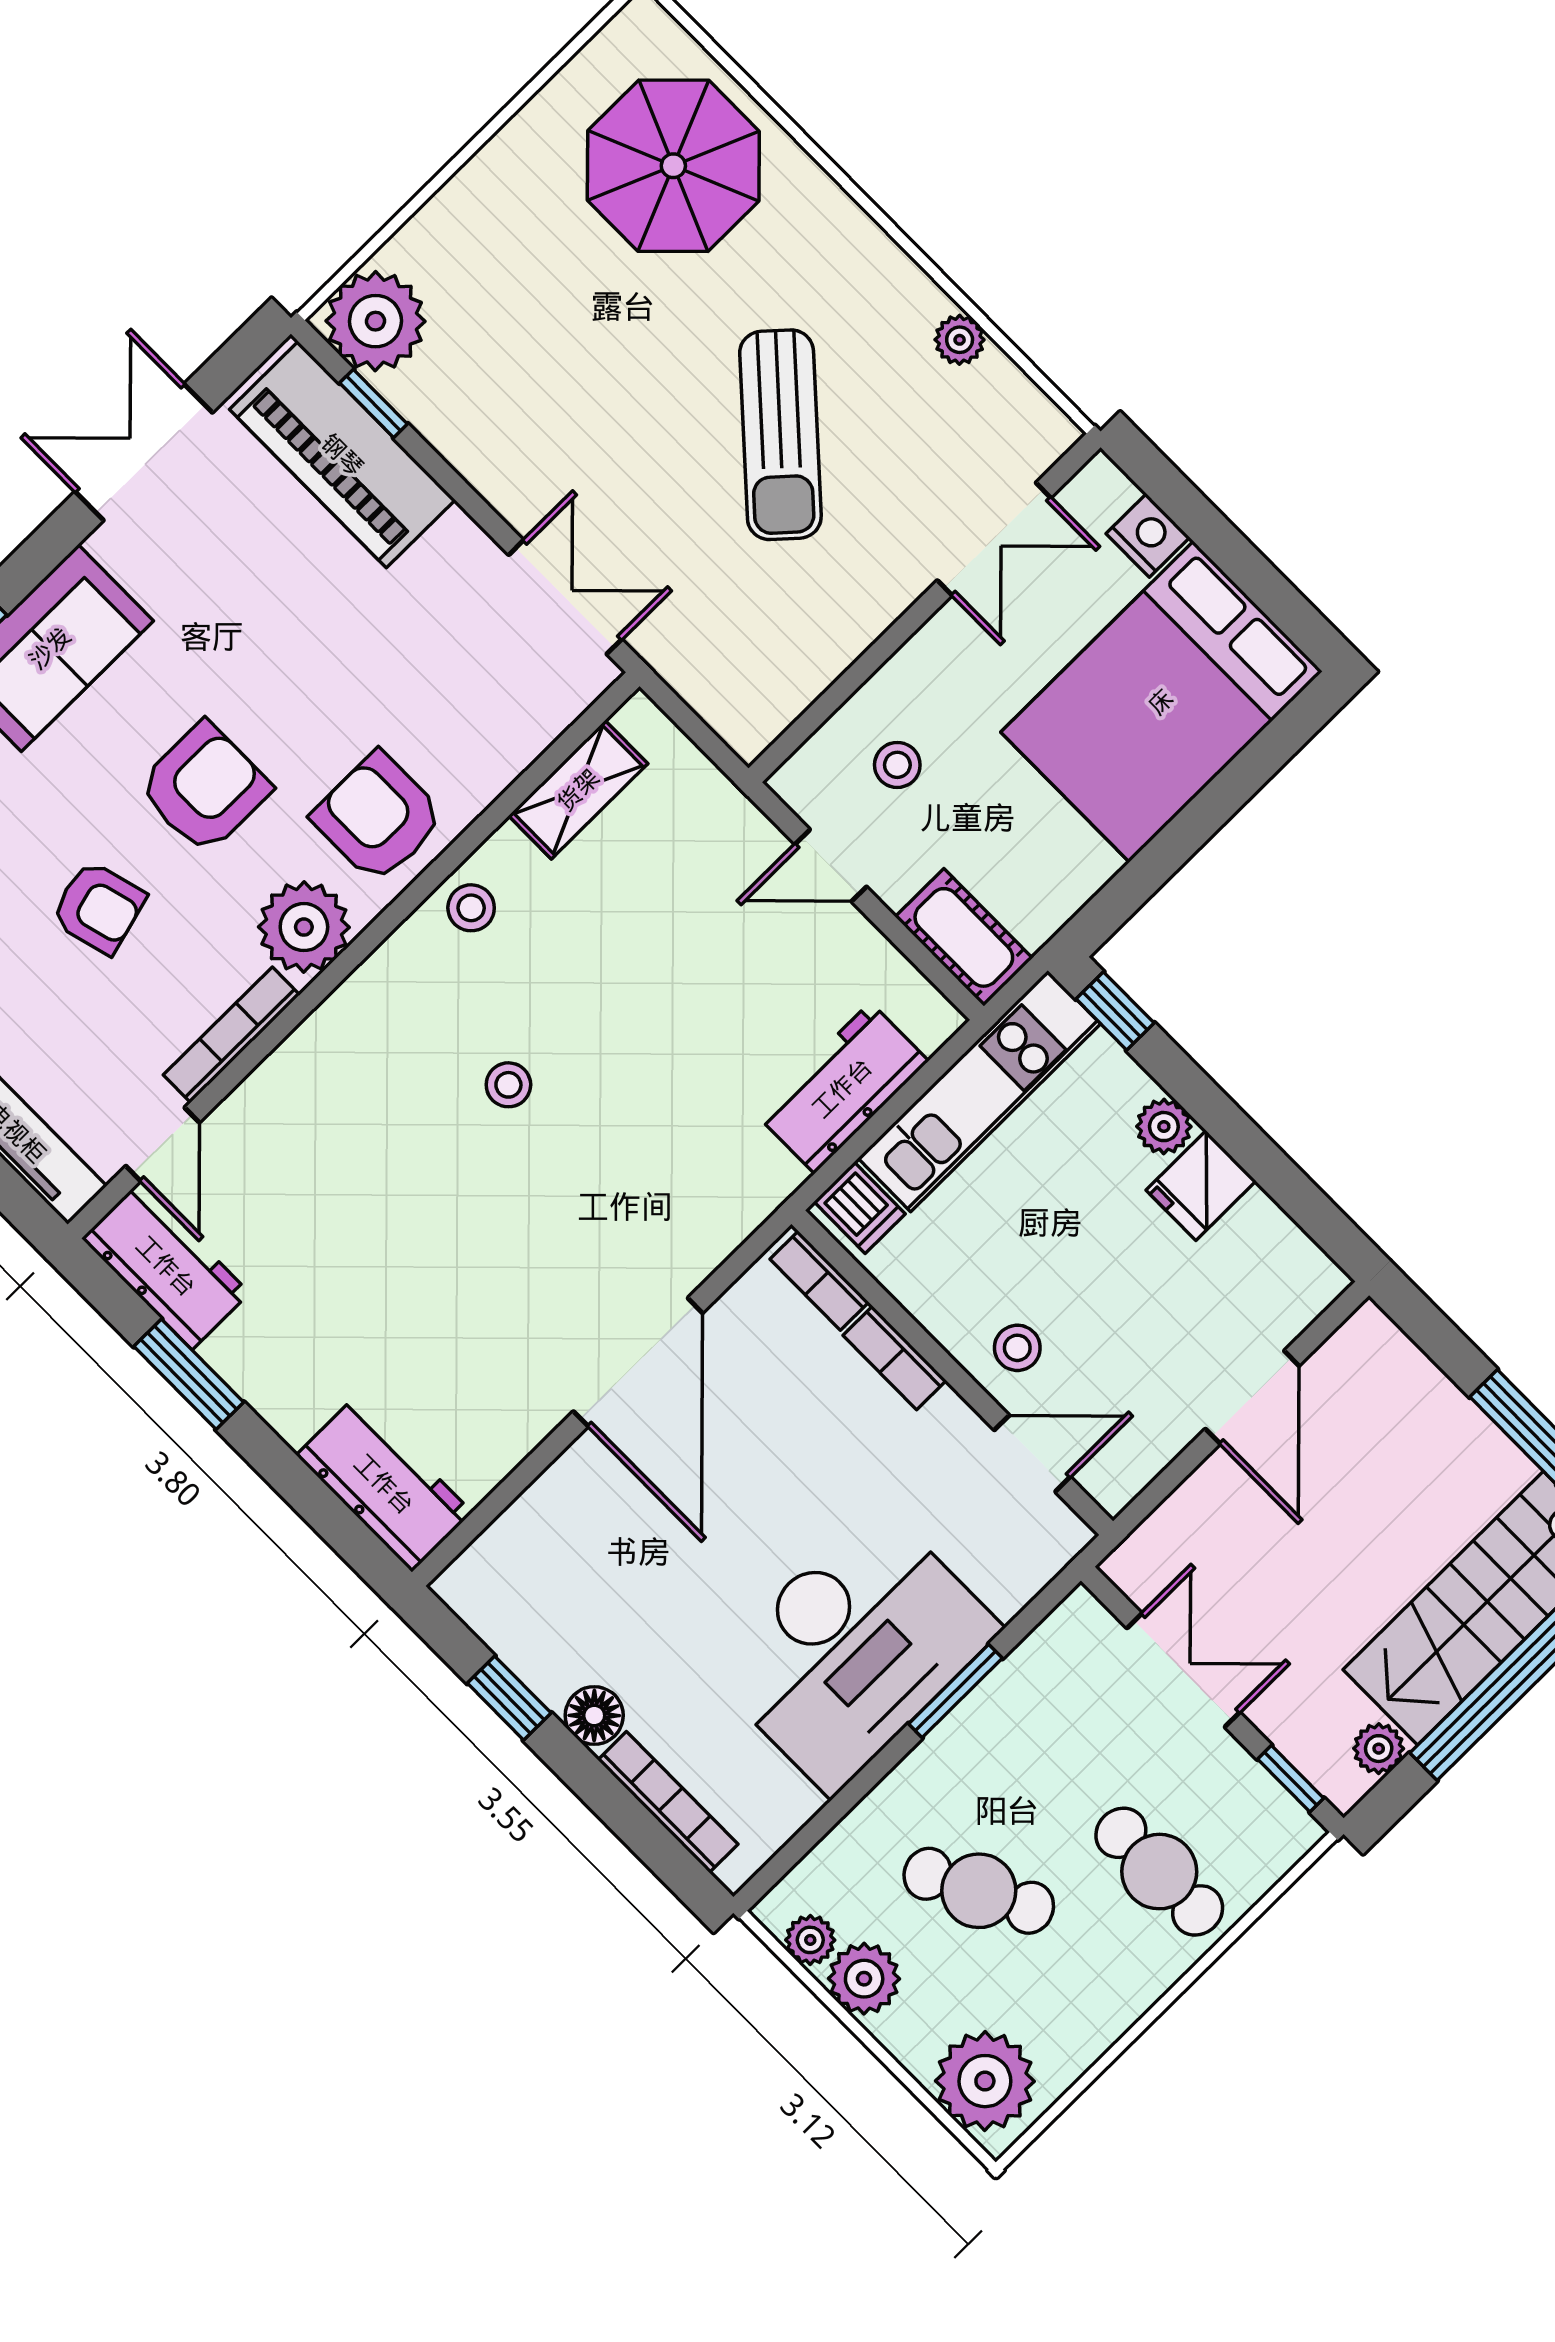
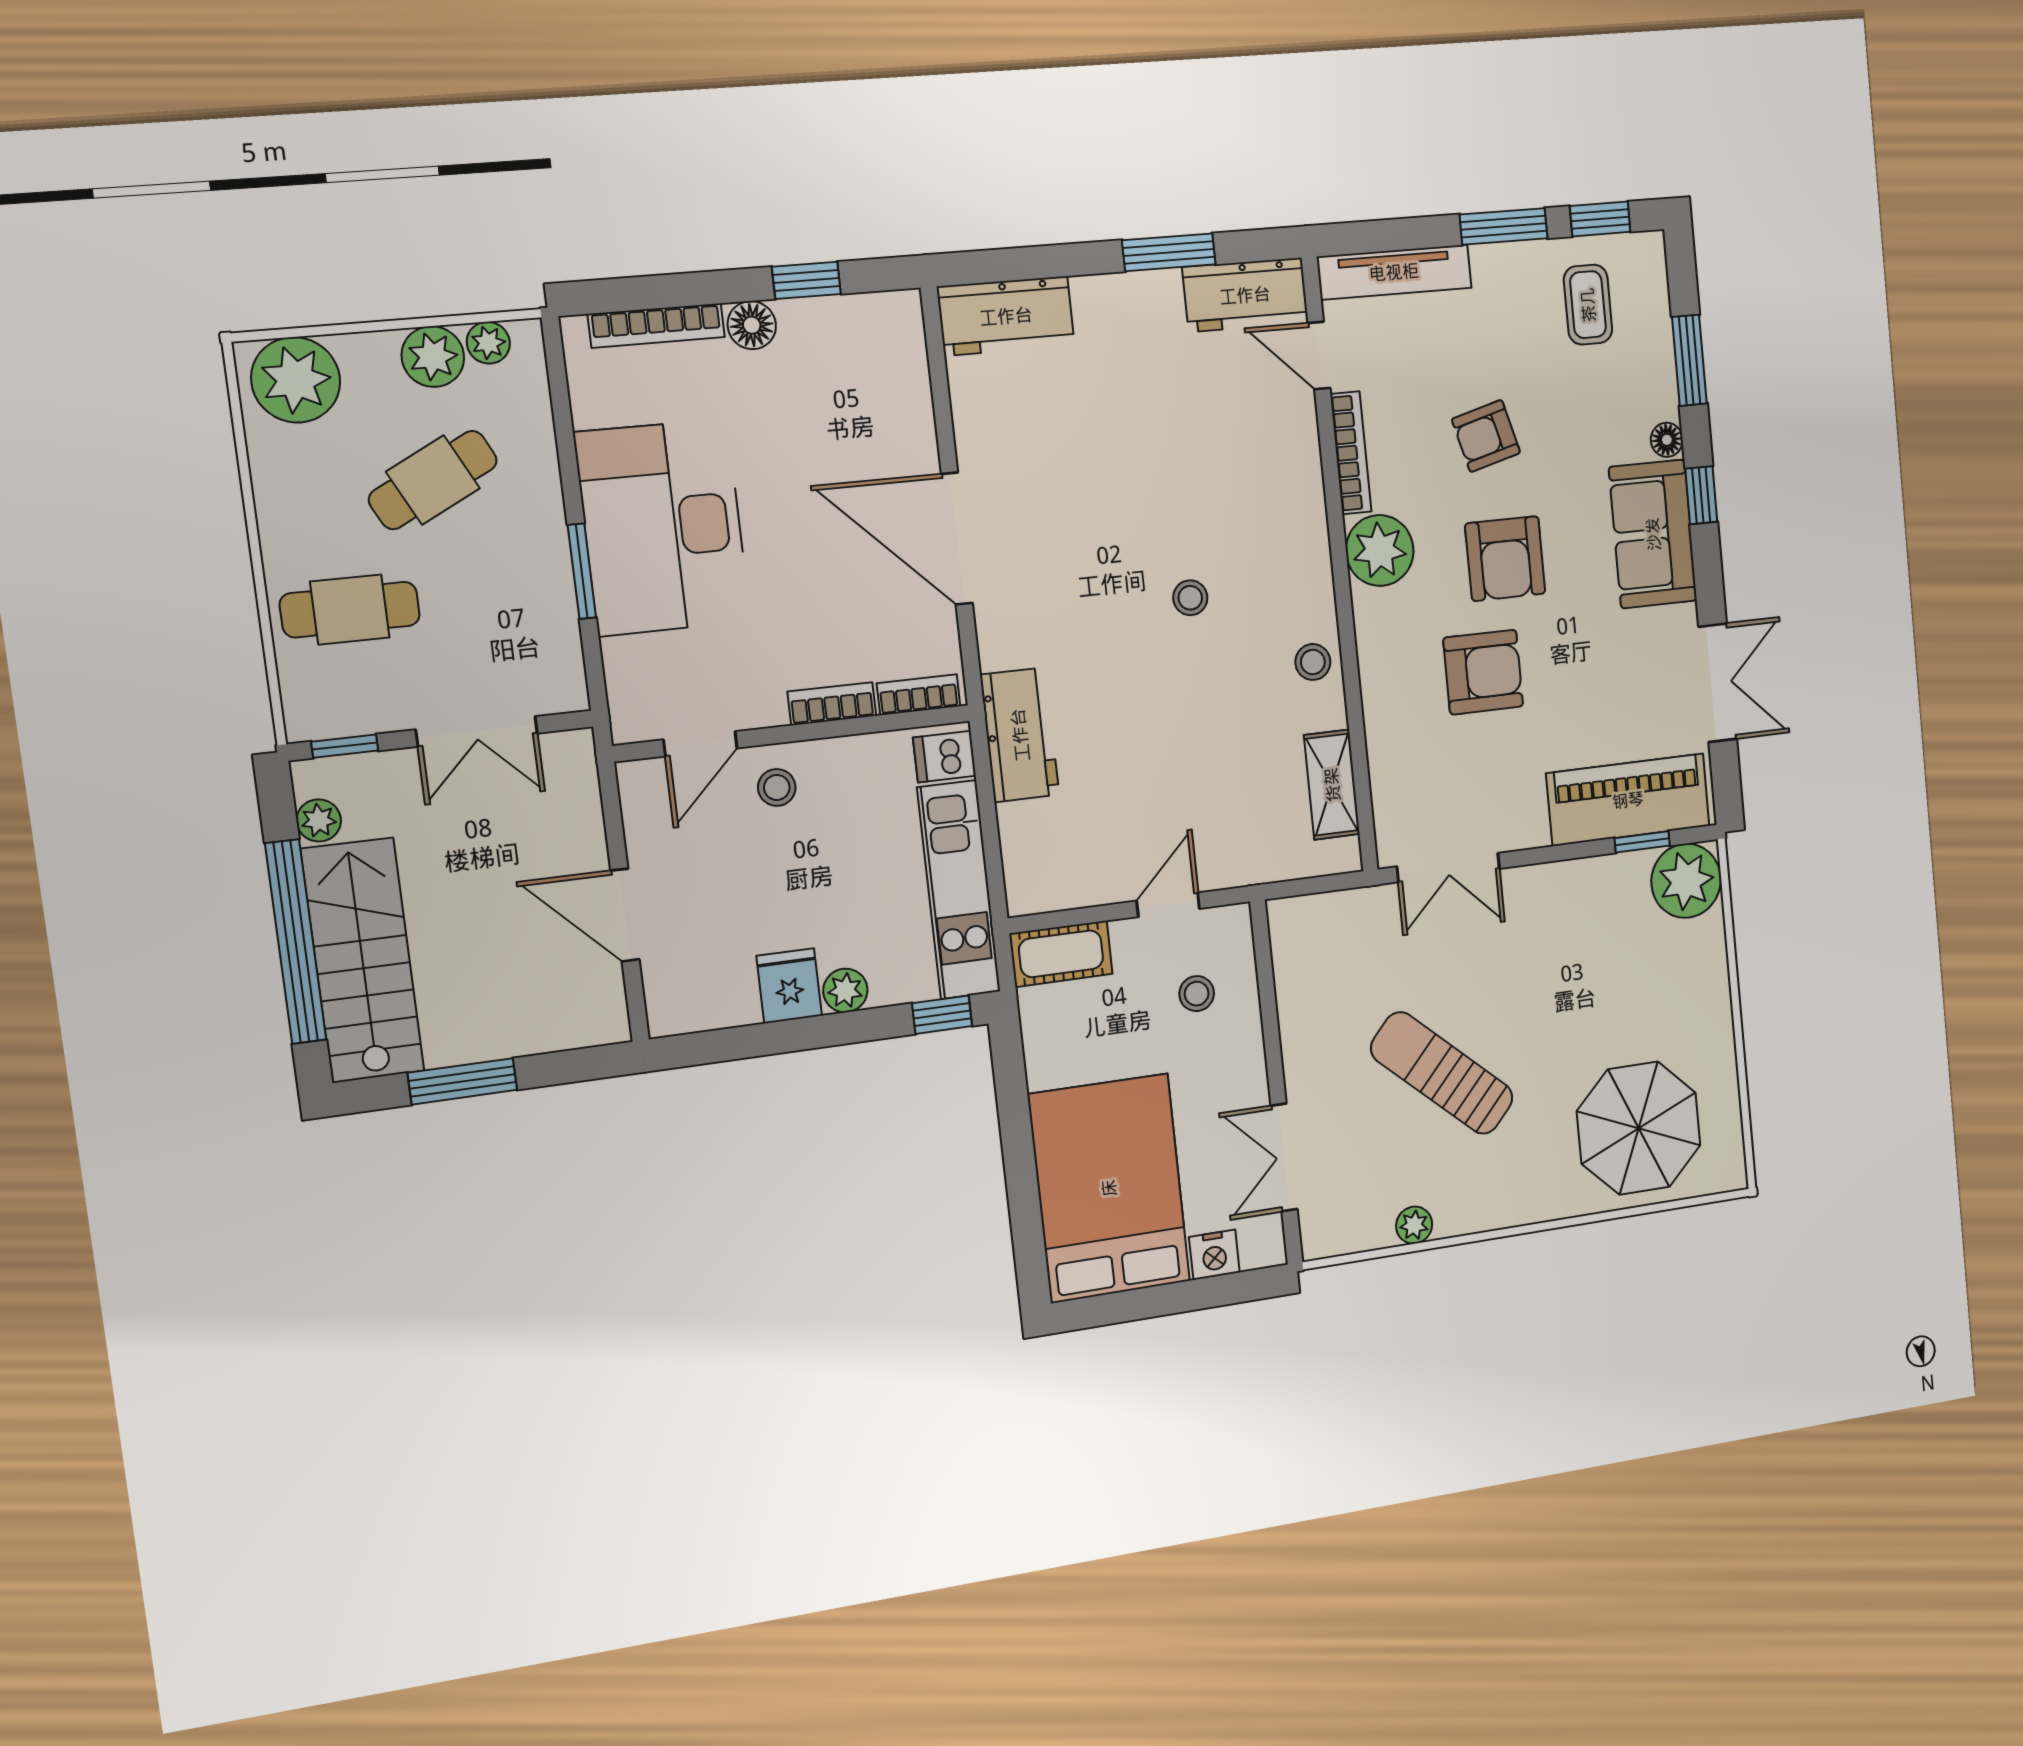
armchair: (378, 817) -> (1483, 672), moved
workbench: (842, 1088) -> (1020, 735), moved

